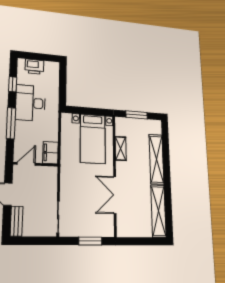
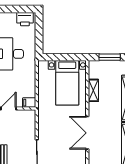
printer: (34, 67) -> (25, 19), moved
filing cabinet: (50, 153) -> (29, 103), width x0.50

